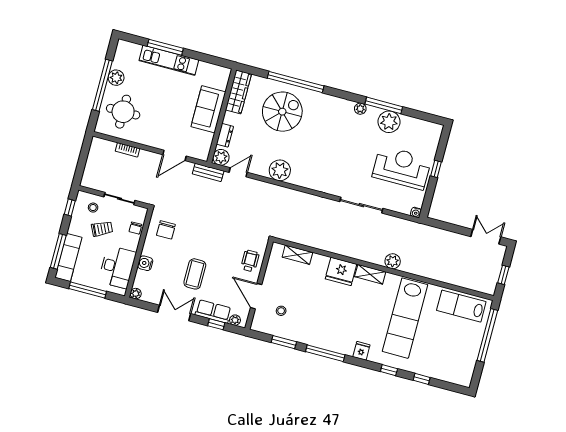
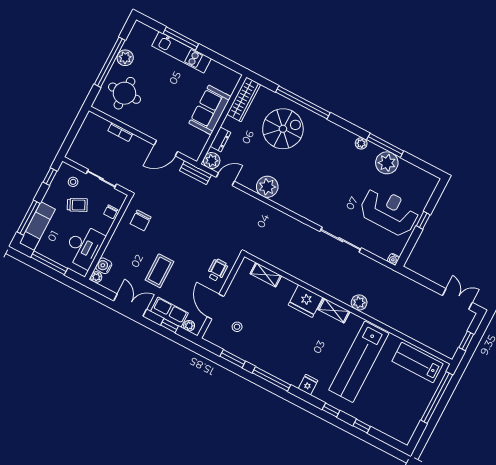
water cooler: (145, 263) -> (104, 266), moved

